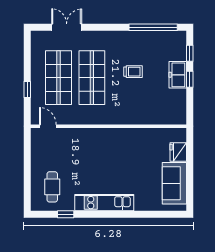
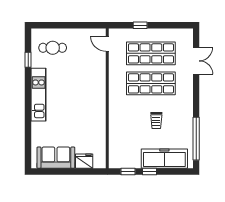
window: (190, 53) -> (128, 172), moved
freezer: (178, 75) -> (164, 159), width x1.91, depth x1.26
door: (48, 126) -> (107, 44), swing flipped

